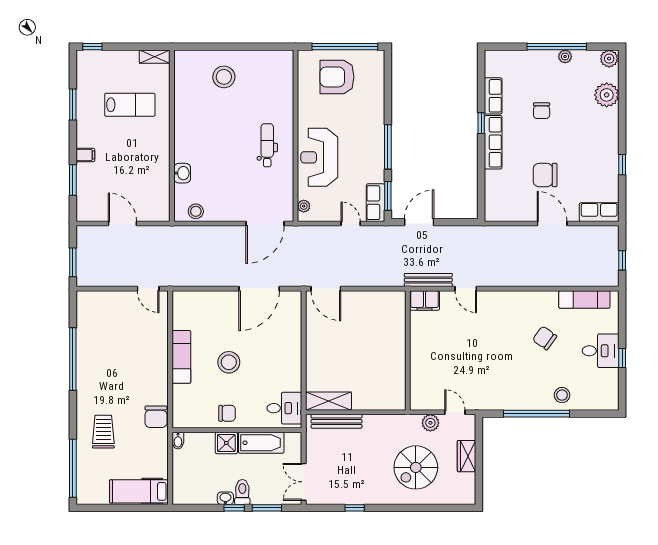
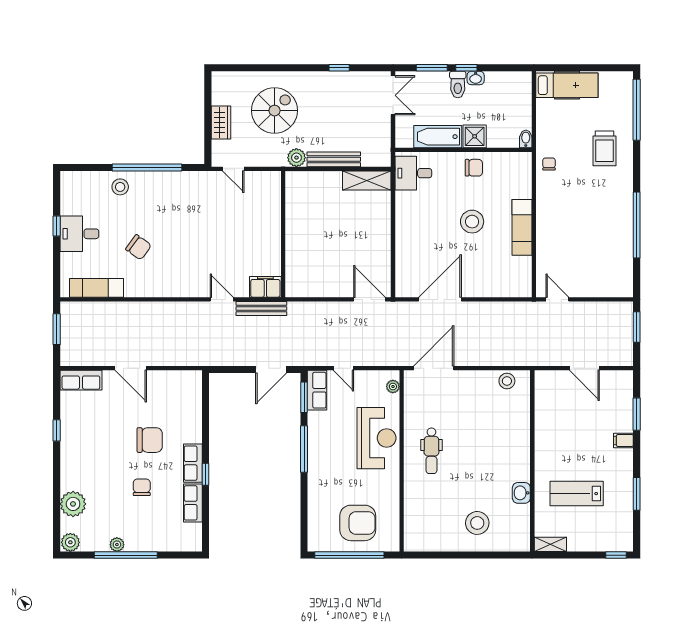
row of seats: (493, 142) -> (193, 463), width x0.68
washbasin: (182, 173) -> (521, 493), moved
chair: (545, 175) -> (150, 440), moved
window: (622, 260) -> (57, 329), width x1.50
chair: (227, 413) -> (474, 168), turned 180
chair: (156, 417) -> (549, 164), width x0.54, depth x0.54
bench: (337, 421) -> (334, 159), moved
plant: (430, 423) -> (296, 158), moved

